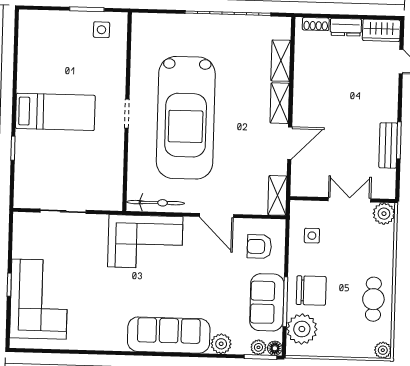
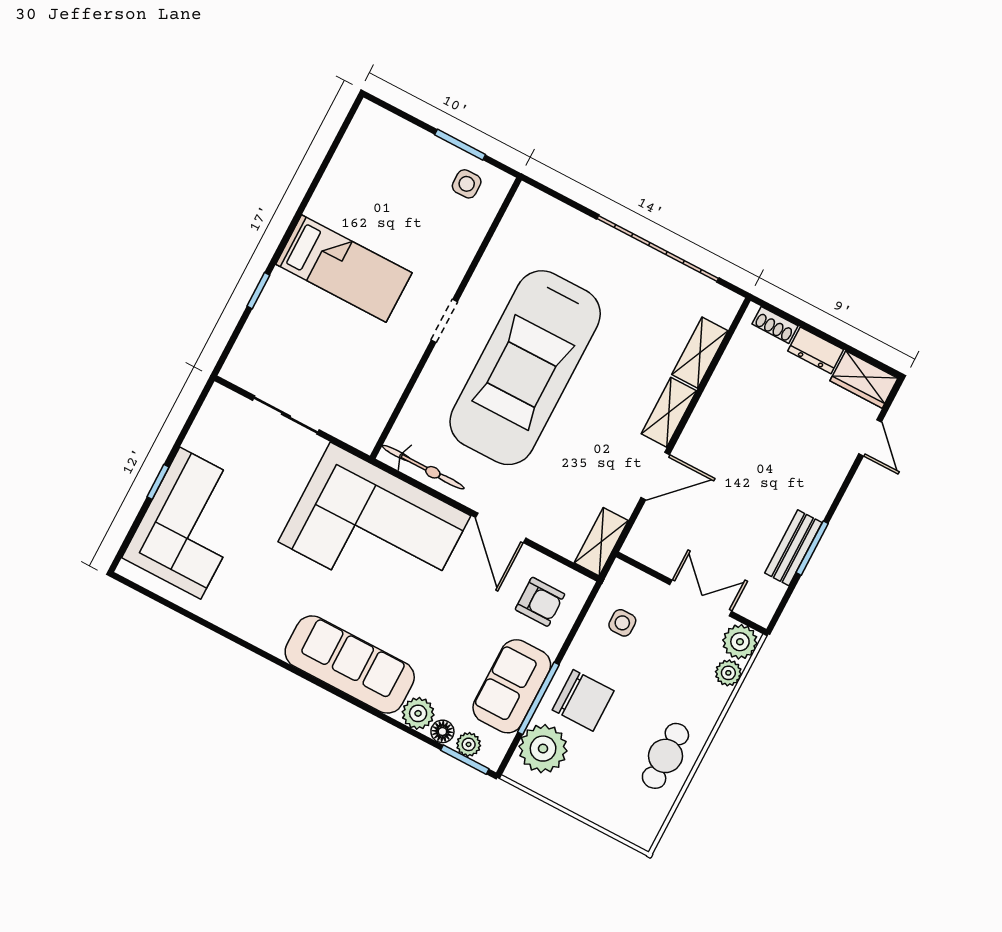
corner sofa: (145, 242) -> (374, 529), width x1.36, depth x1.36
armchair: (259, 247) -> (540, 602), turned 180
floor lamp: (275, 348) -> (442, 731), moved
plant: (383, 350) -> (728, 673), moved

